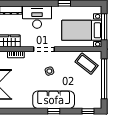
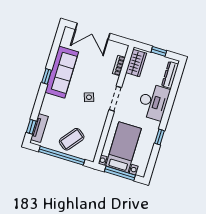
coffee table: (87, 64) -> (72, 139), moved
sofa: (54, 100) -> (62, 72), moved
tv unit: (87, 104) -> (39, 128), added
window: (54, 111) -> (47, 76), moved

